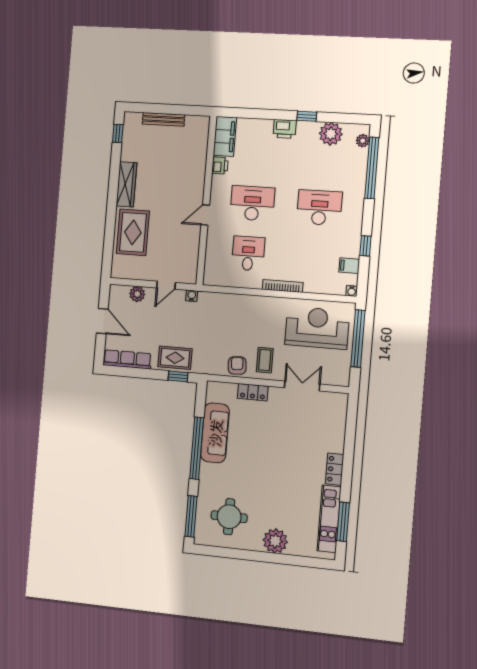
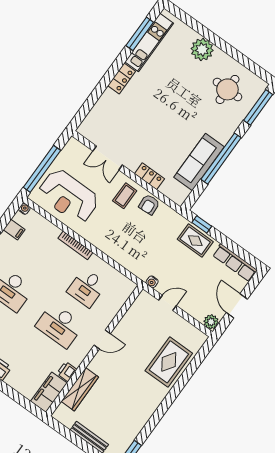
wardrobe: (126, 184) -> (80, 389), moved, turned 180
plant: (137, 294) -> (211, 322), moved

